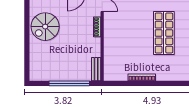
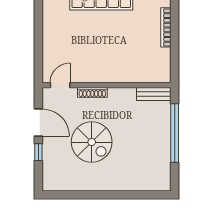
spiral stairs: (45, 27) -> (92, 142), moved

